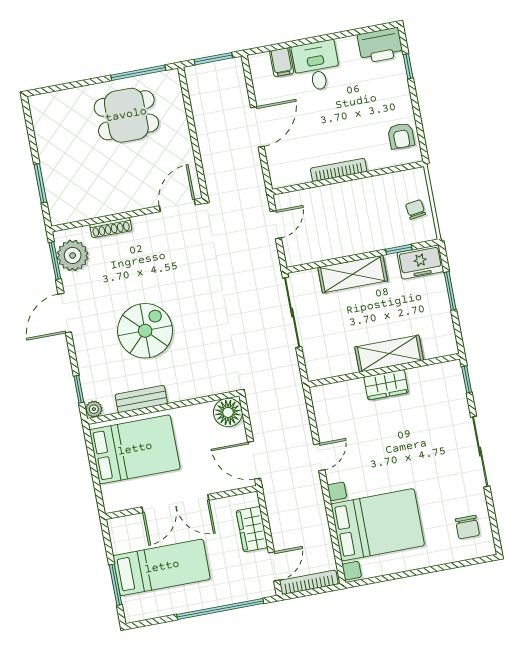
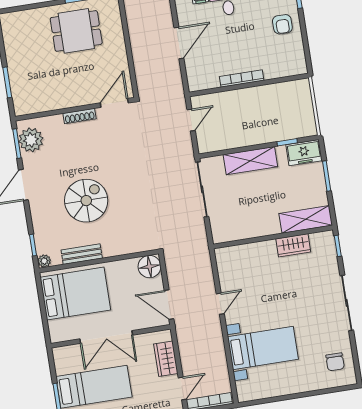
armchair: (401, 136) -> (282, 24), moved
chair: (415, 209) -> (301, 111), removed
shoe rack: (111, 228) -> (79, 116), moved
shelving: (389, 354) -> (306, 219), moved
wardrobe: (386, 385) -> (293, 245), moved
bed with nightstands: (378, 525) -> (263, 348), width x0.73

